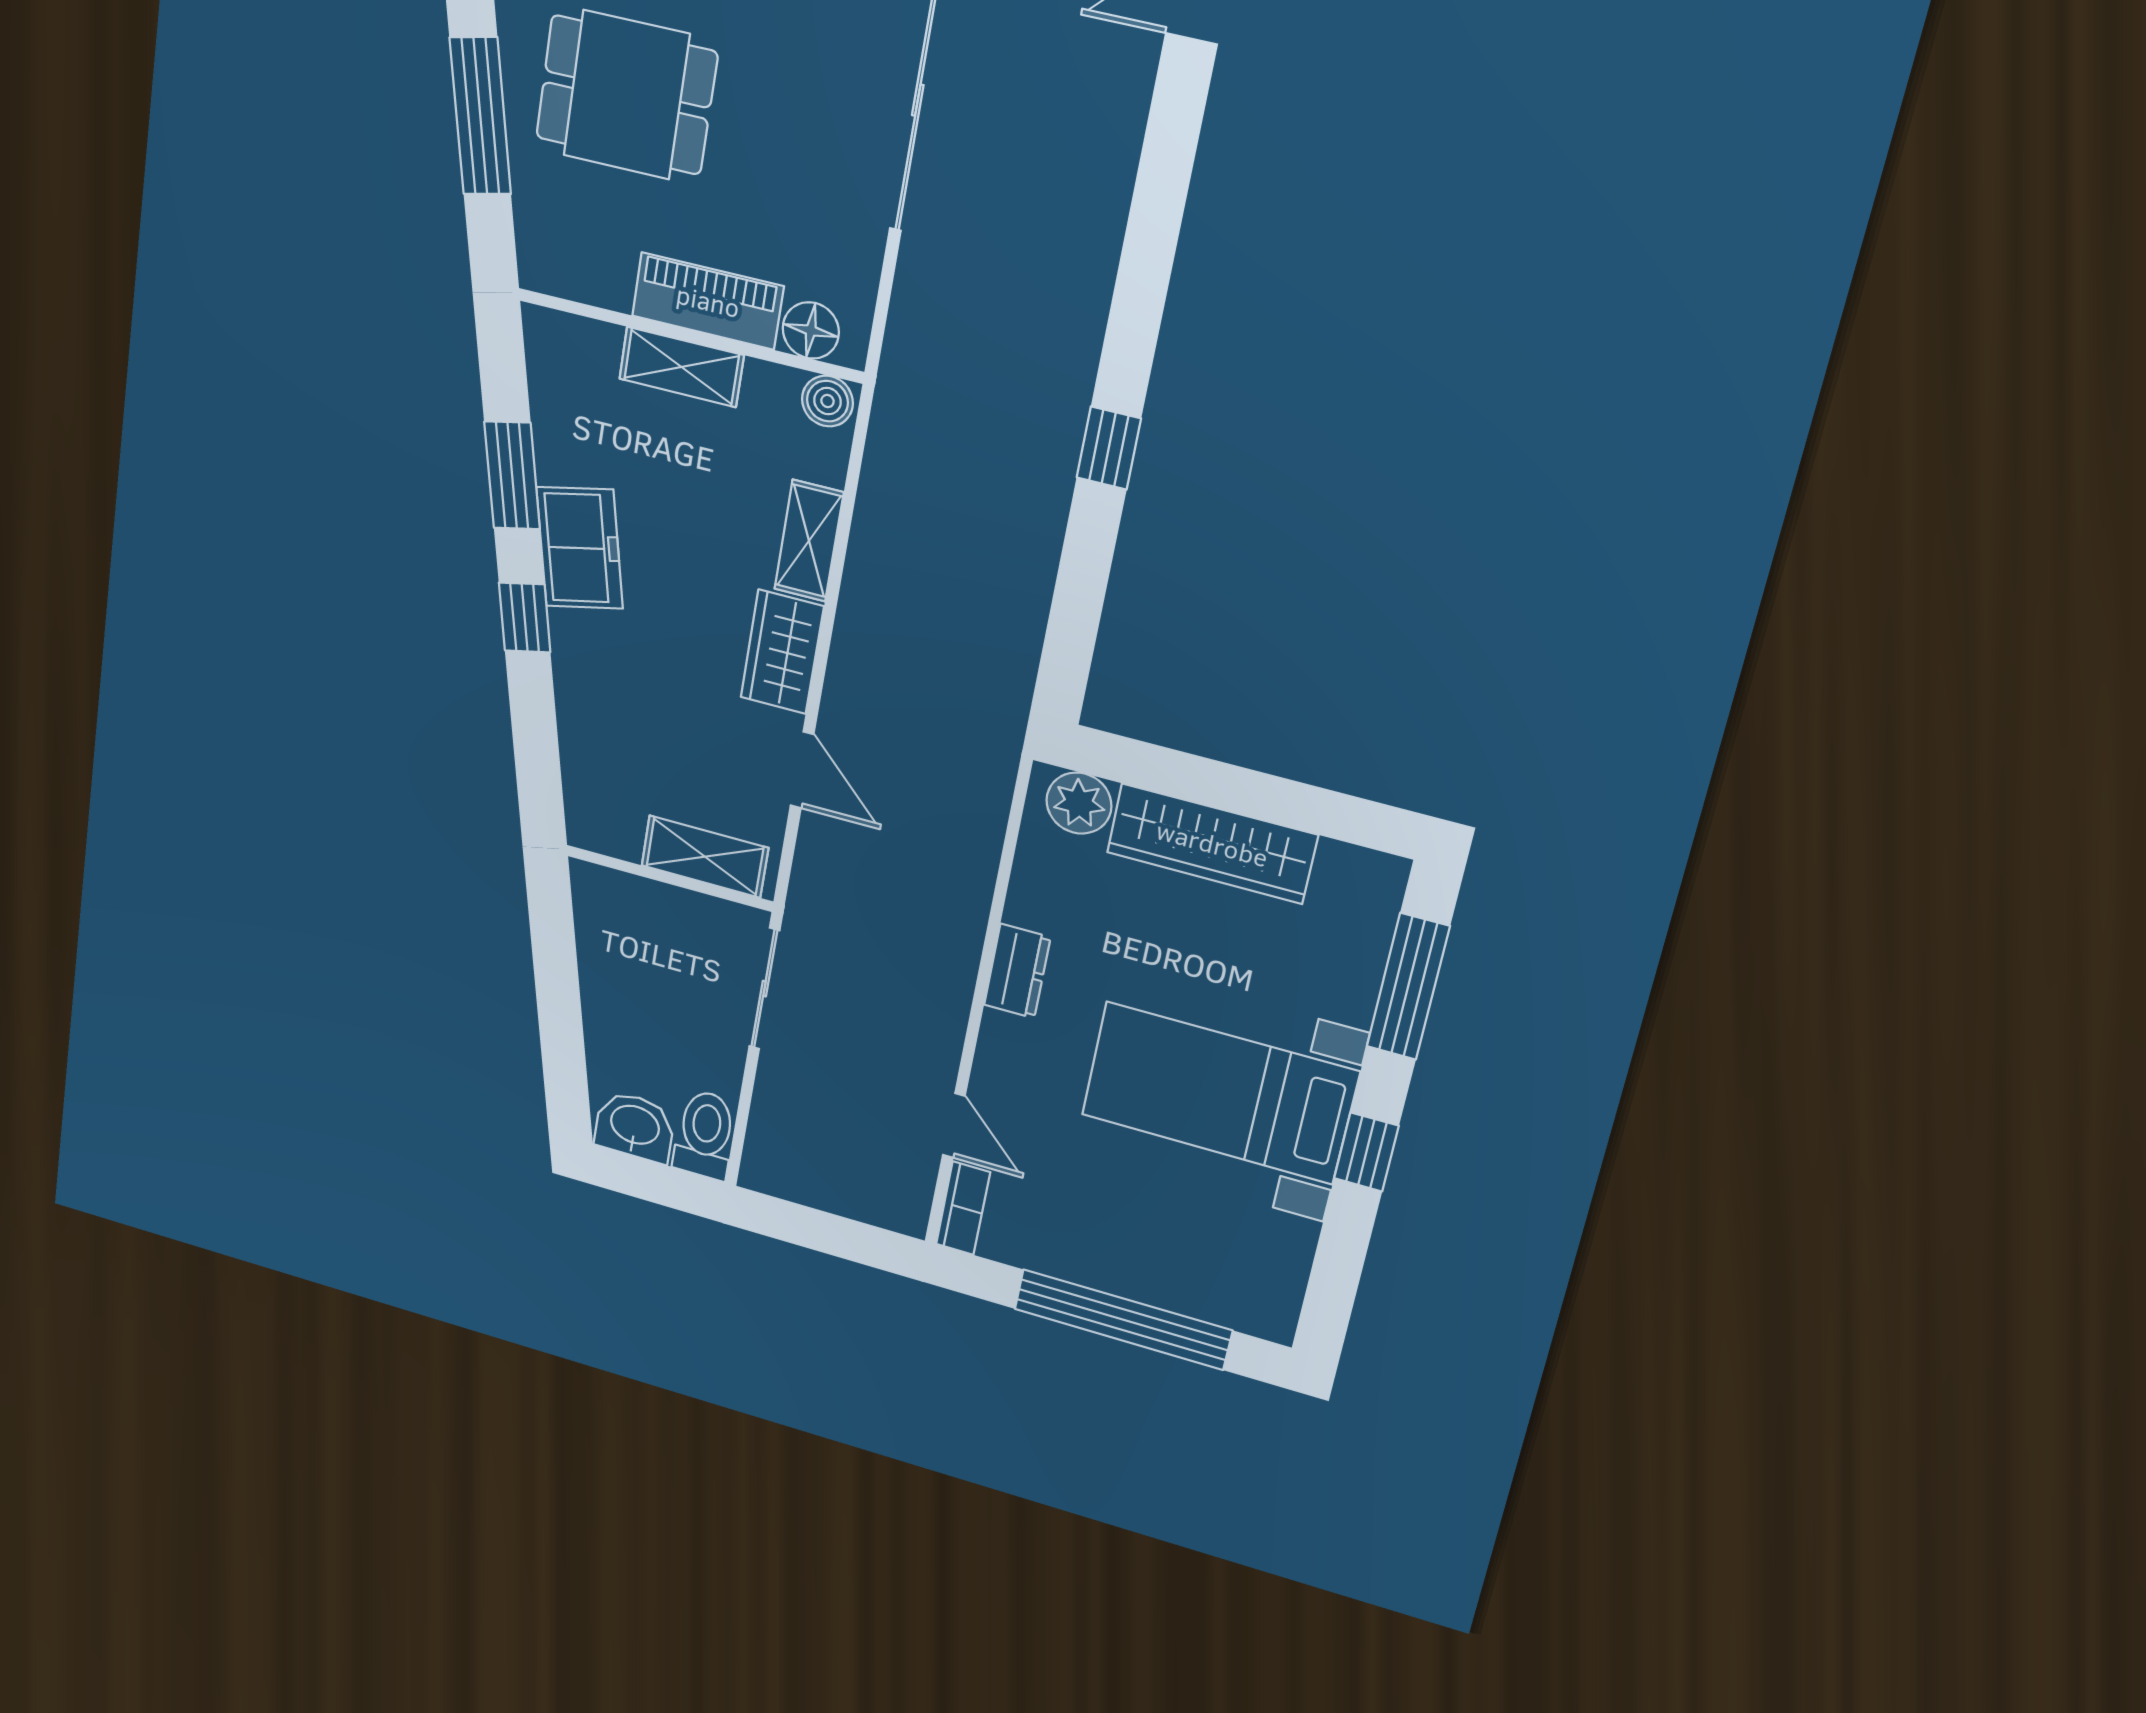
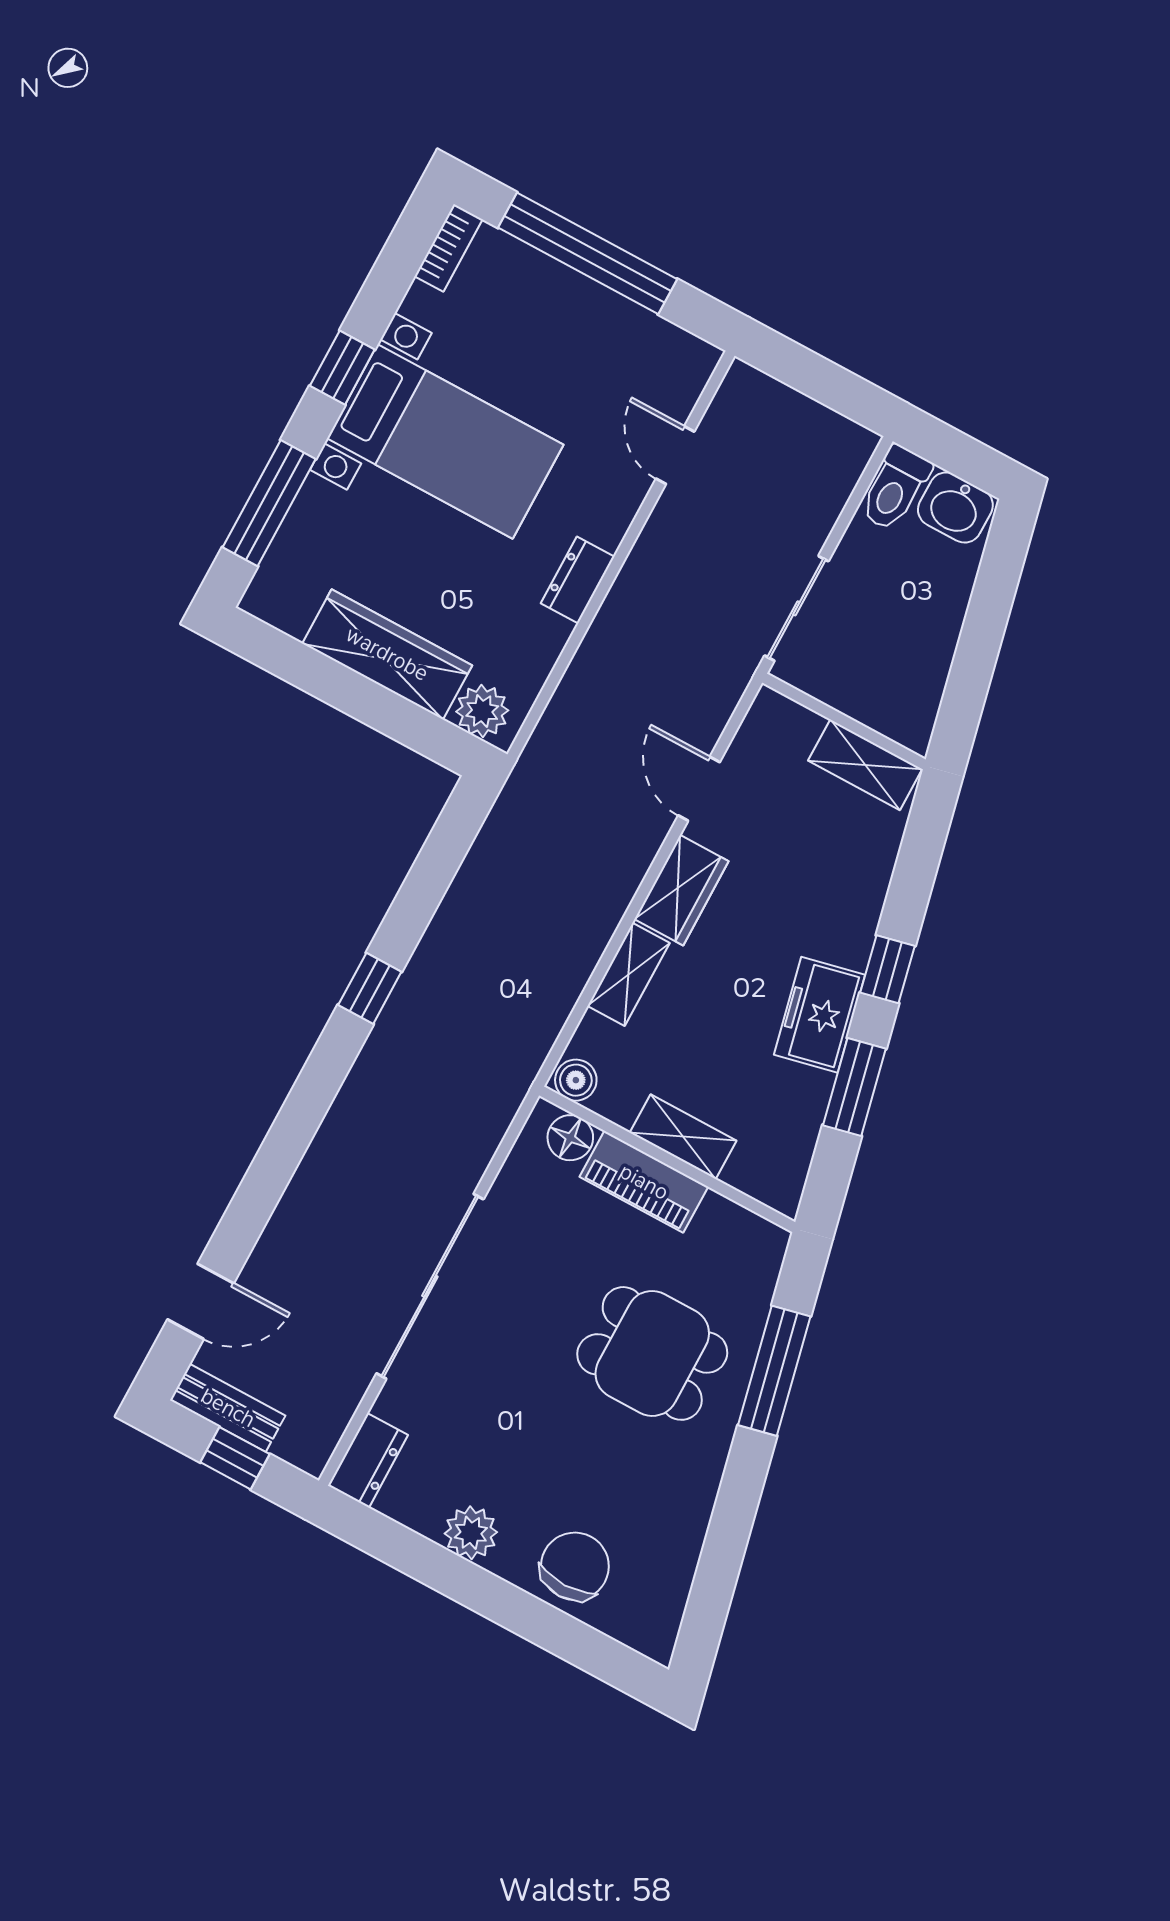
shelving: (705, 857) -> (865, 765), moved
bookcase: (963, 1208) -> (449, 248), moved, turned 180

